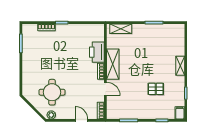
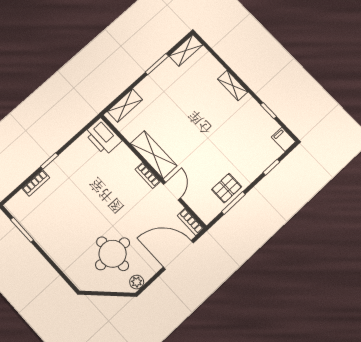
shelving: (174, 29) -> (186, 50), added
printer: (97, 52) -> (103, 137), moved
door: (105, 89) -> (172, 191), hinge flipped
pallet: (156, 89) -> (227, 188), moved
door: (81, 120) -> (178, 255), width x1.88

